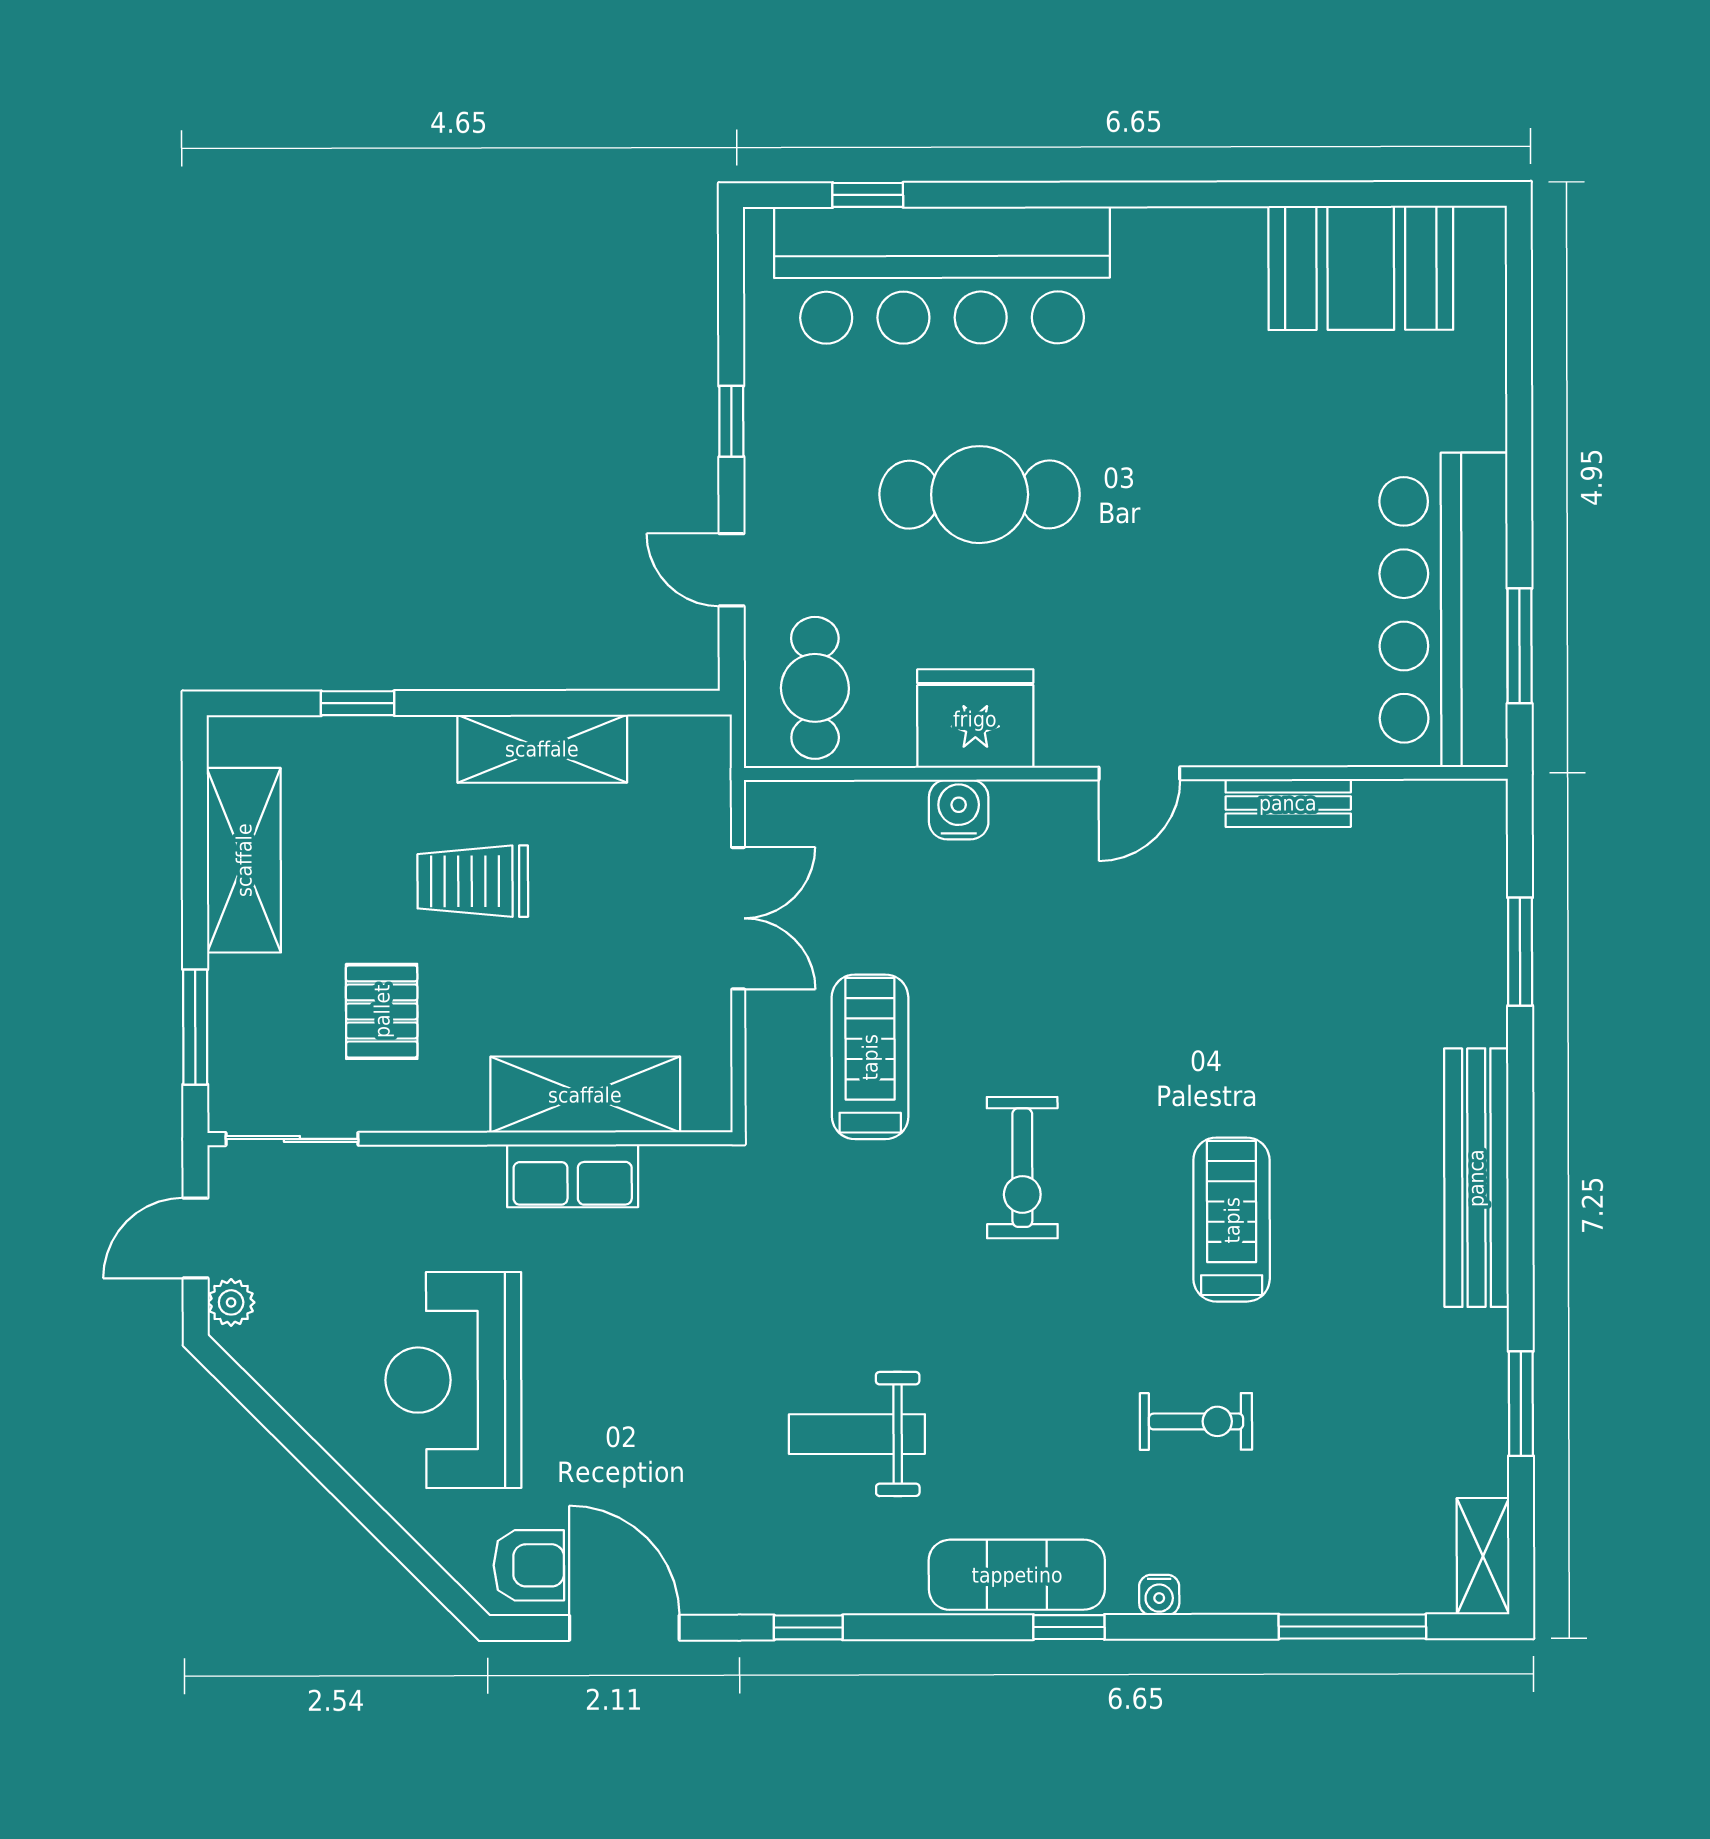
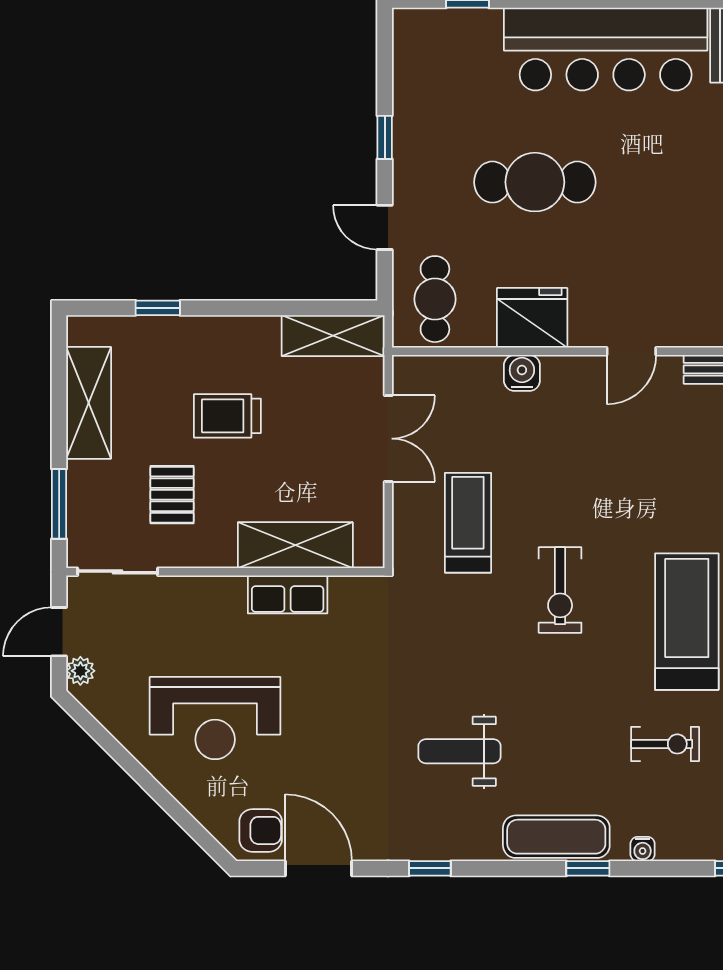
bar counter: (942, 275) -> (606, 49), moved
shelving: (542, 749) -> (333, 336), moved
treadmill: (1232, 1220) -> (687, 622), width x1.37, depth x1.38
reception desk: (453, 1380) -> (215, 718), turned -90

